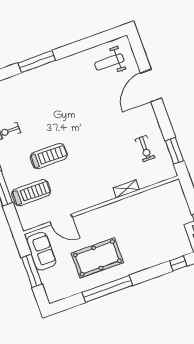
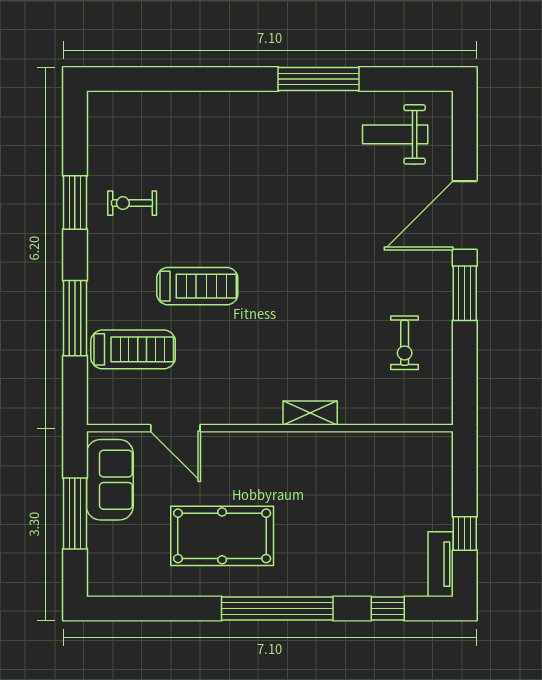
window: (37, 62) -> (318, 79), moved
window: (174, 151) -> (465, 293), moved
shelving: (126, 189) -> (310, 413), moved
window: (107, 289) -> (277, 608), moved

